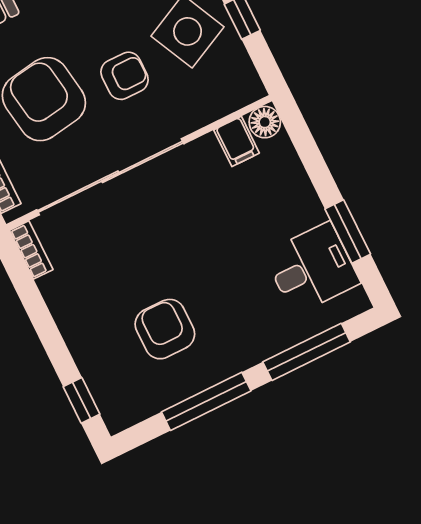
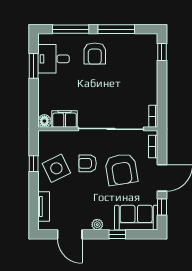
filing cabinet: (237, 141) -> (65, 119), width x2.00
armchair: (165, 329) -> (95, 54), moved

